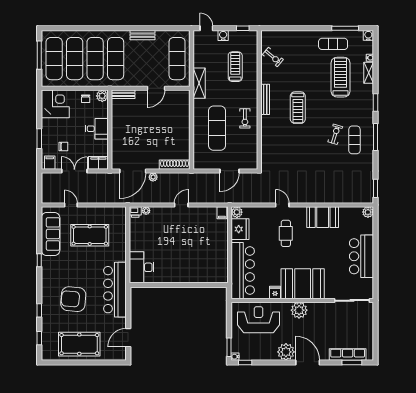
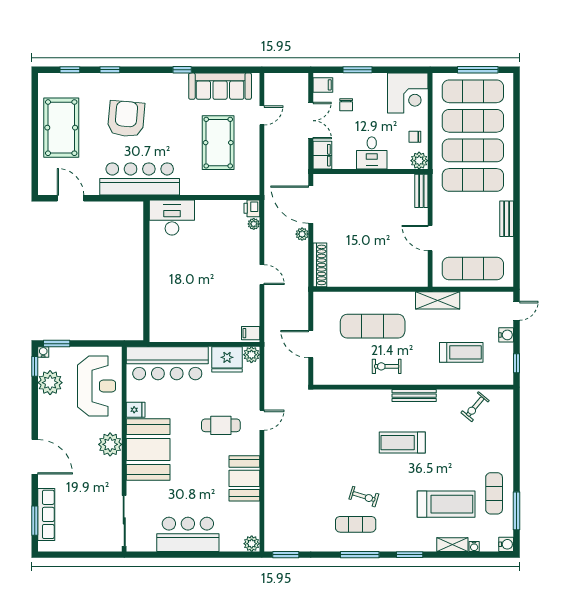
plant: (286, 352) -> (50, 383), moved
door: (308, 362) -> (35, 457), hinge flipped

